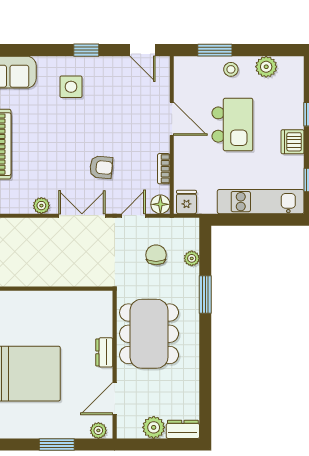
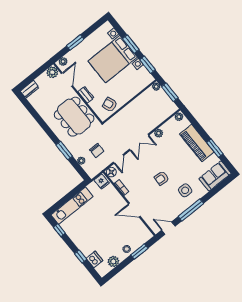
window: (86, 50) -> (191, 210), width x2.17
kitchen island: (232, 125) -> (108, 227), removed
dishwasher: (292, 142) -> (94, 259), moved
armchair: (101, 167) -> (162, 178), moved
armchair: (80, 308) -> (110, 105), added
plant: (154, 427) -> (52, 72), moved

